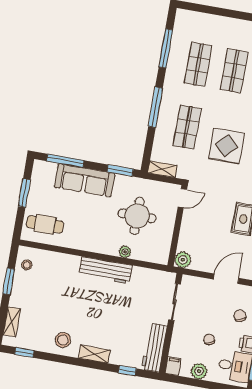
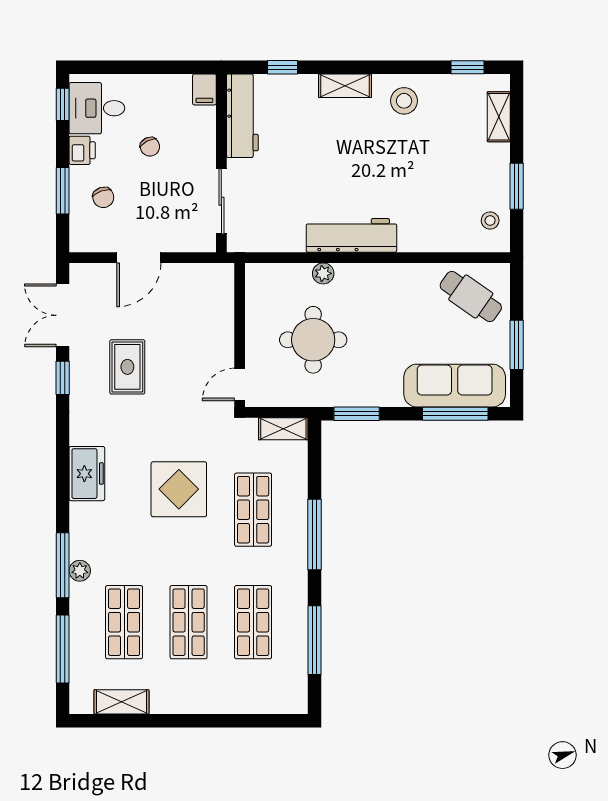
sofa: (85, 180) -> (455, 386), moved
cafe table: (45, 224) -> (471, 297), turned 35
plant: (183, 260) -> (220, 277), removed
plant: (199, 371) -> (157, 88), removed

